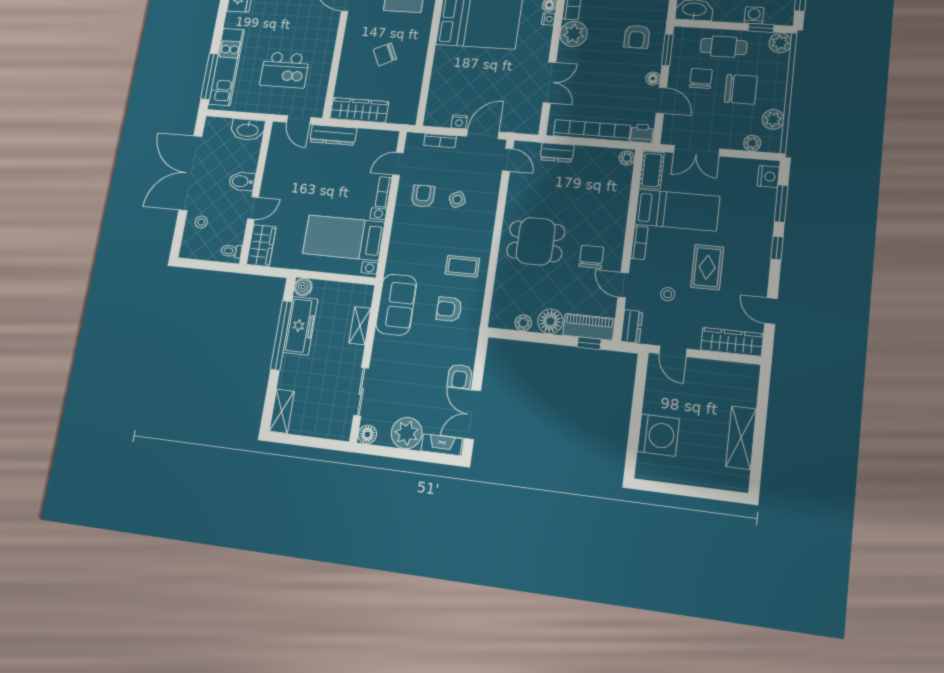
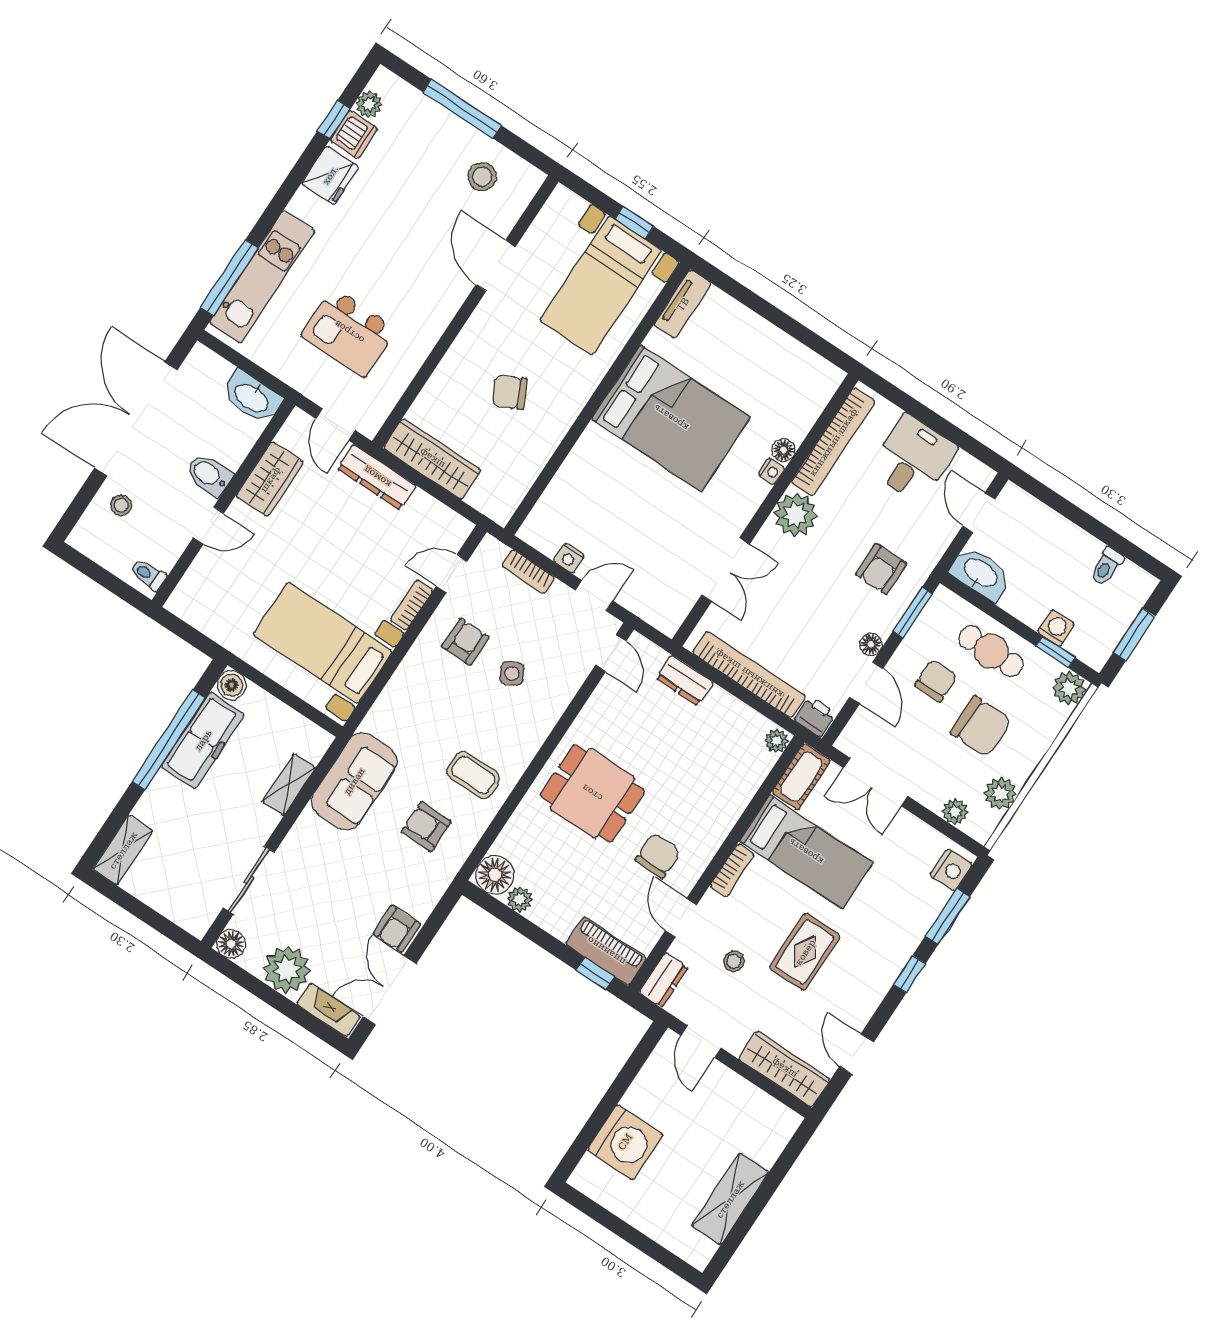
door: (483, 134) -> (594, 596), width x0.73
wardrobe: (261, 246) -> (270, 479), moved
floor lamp: (550, 321) -> (495, 875), moved

